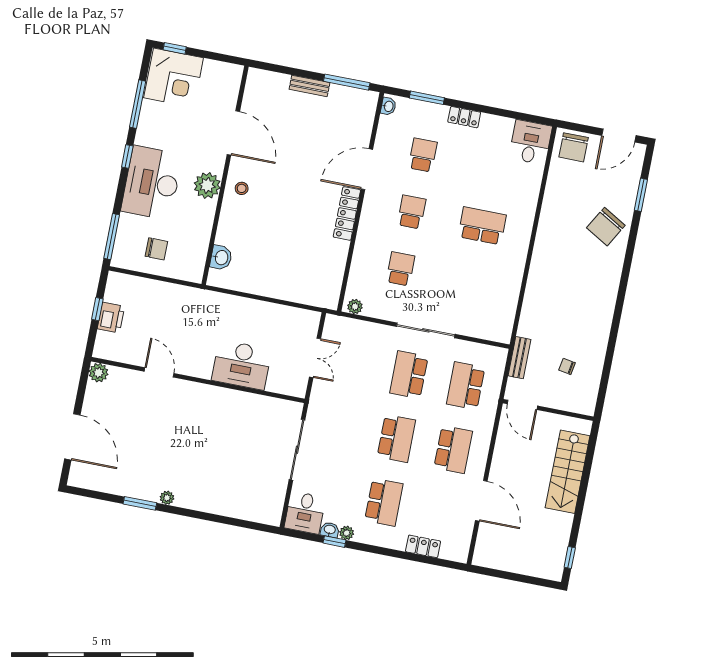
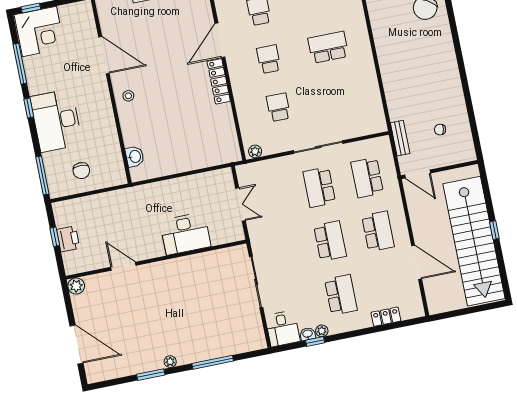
plant: (207, 185) -> (101, 105), removed
chair: (156, 249) -> (81, 171), turned 90
stairs: (568, 472) -> (474, 241), width x1.86, depth x1.51
window: (213, 518) -> (213, 362), added
window: (570, 557) -> (494, 230), moved

